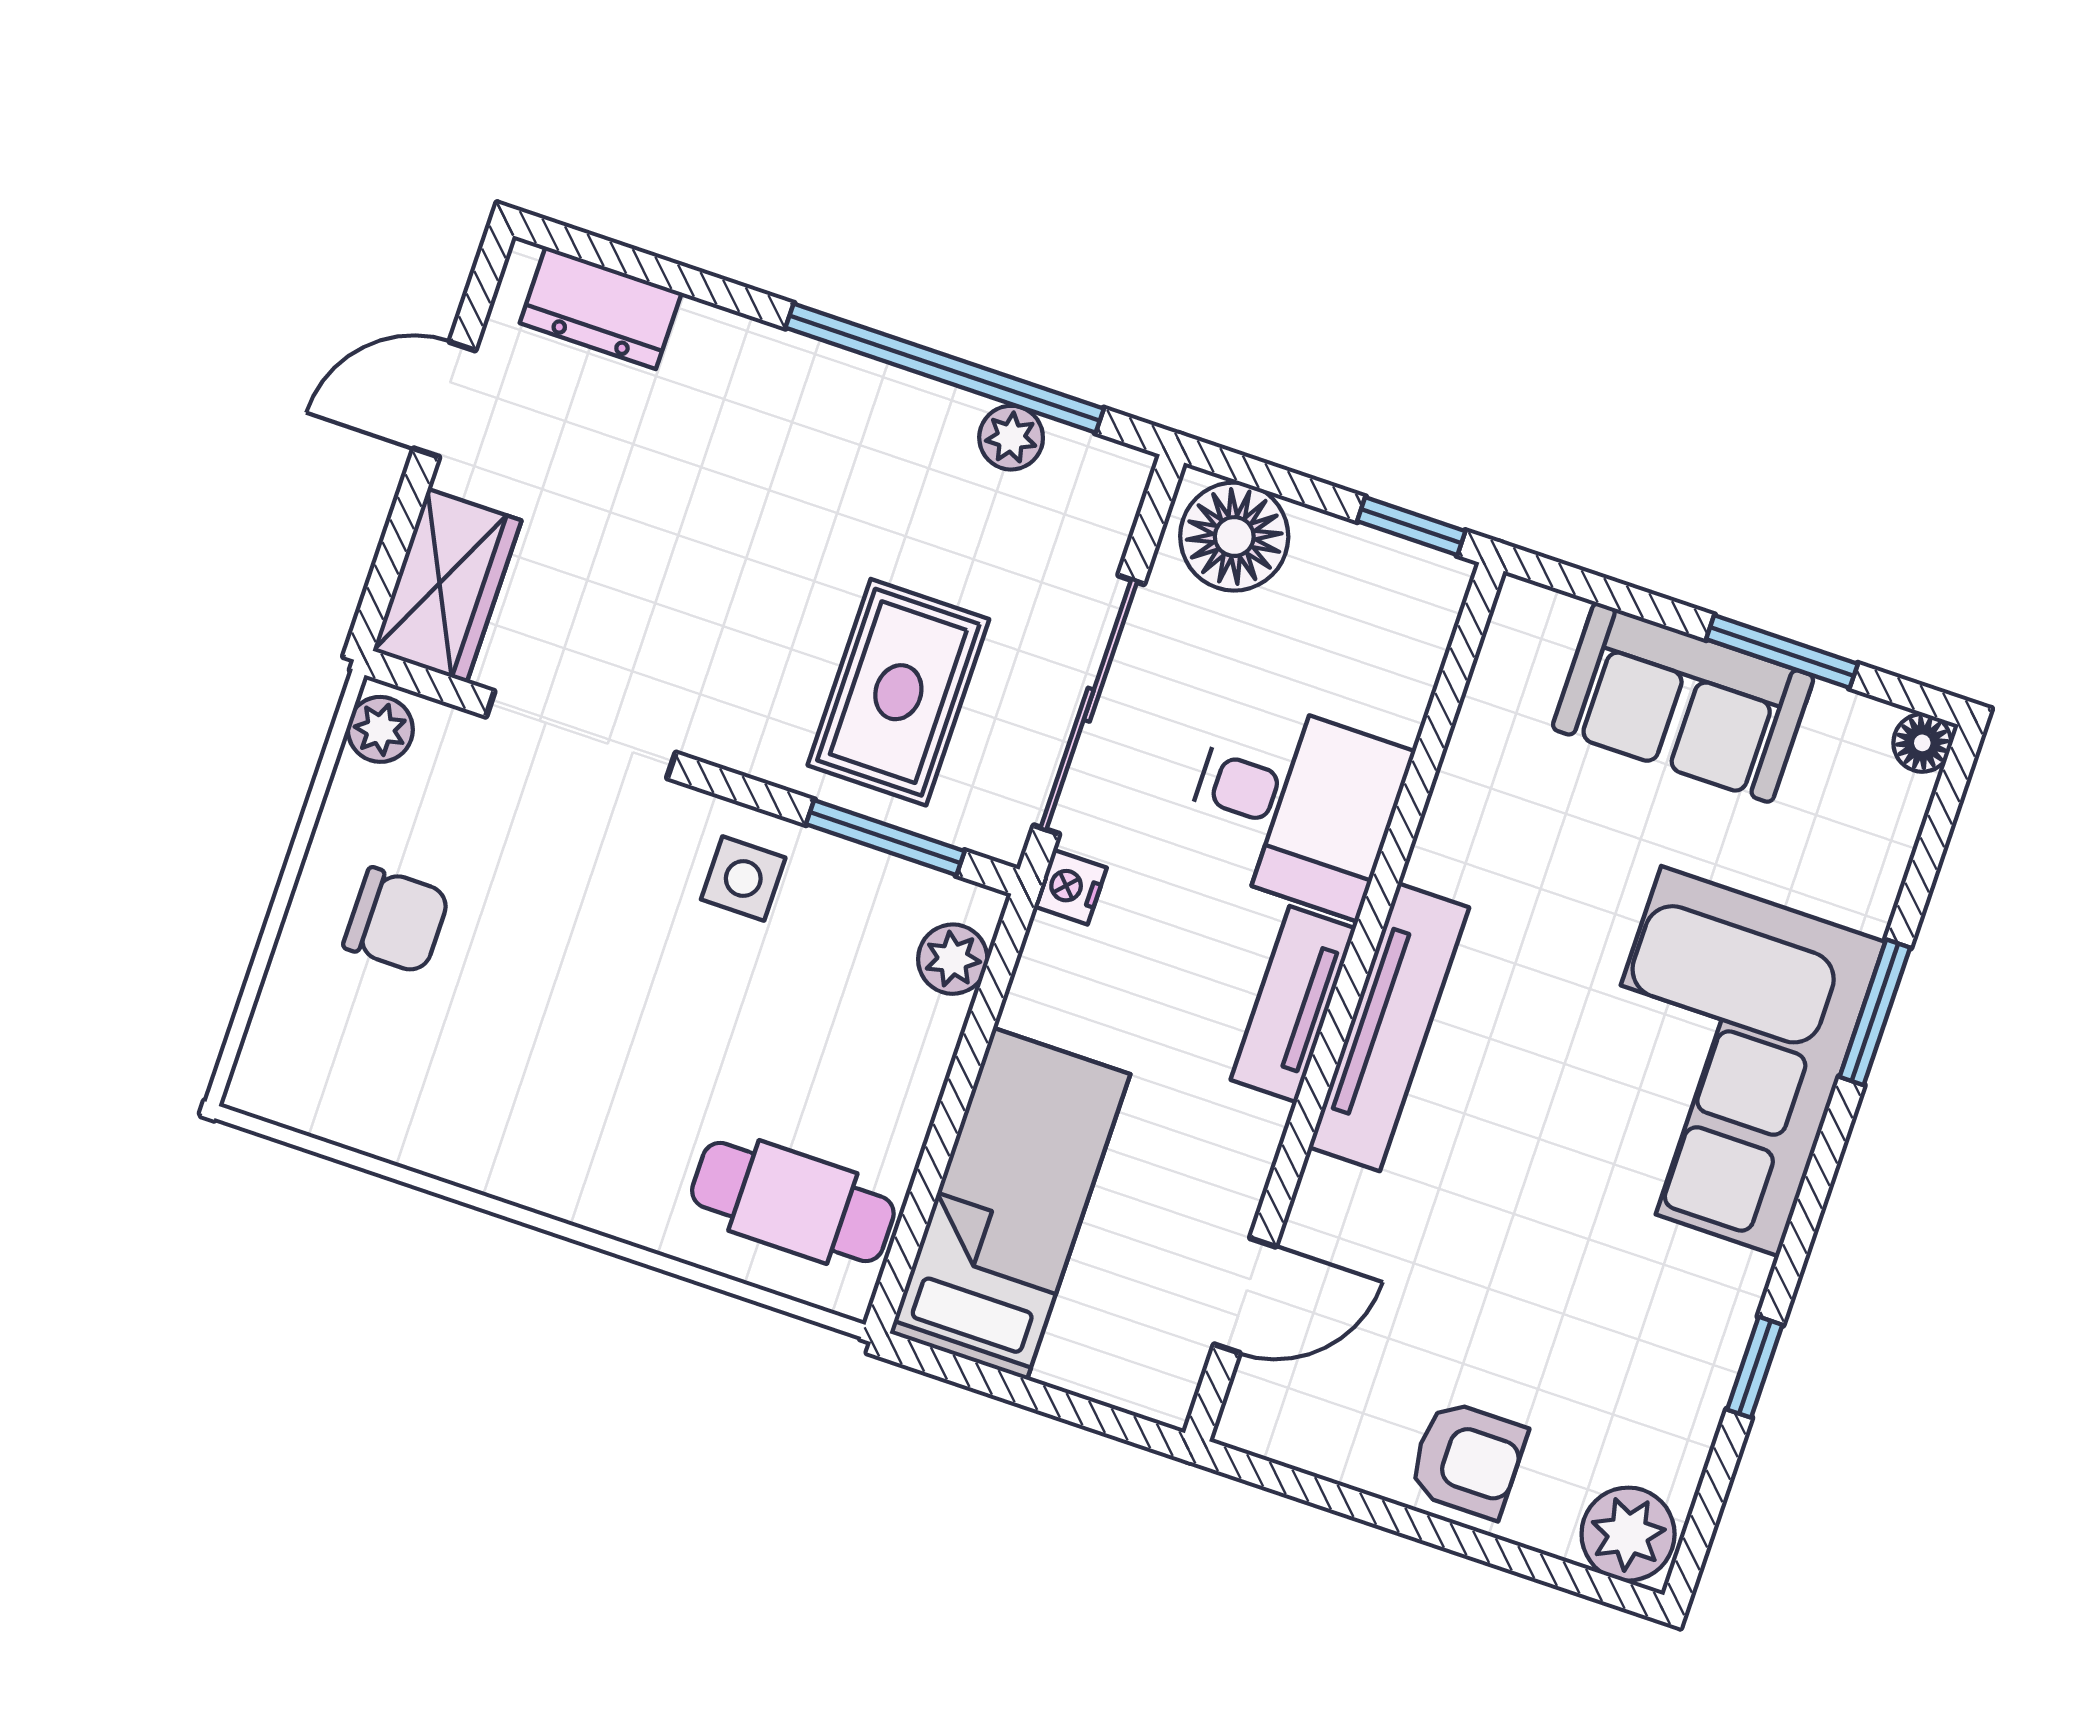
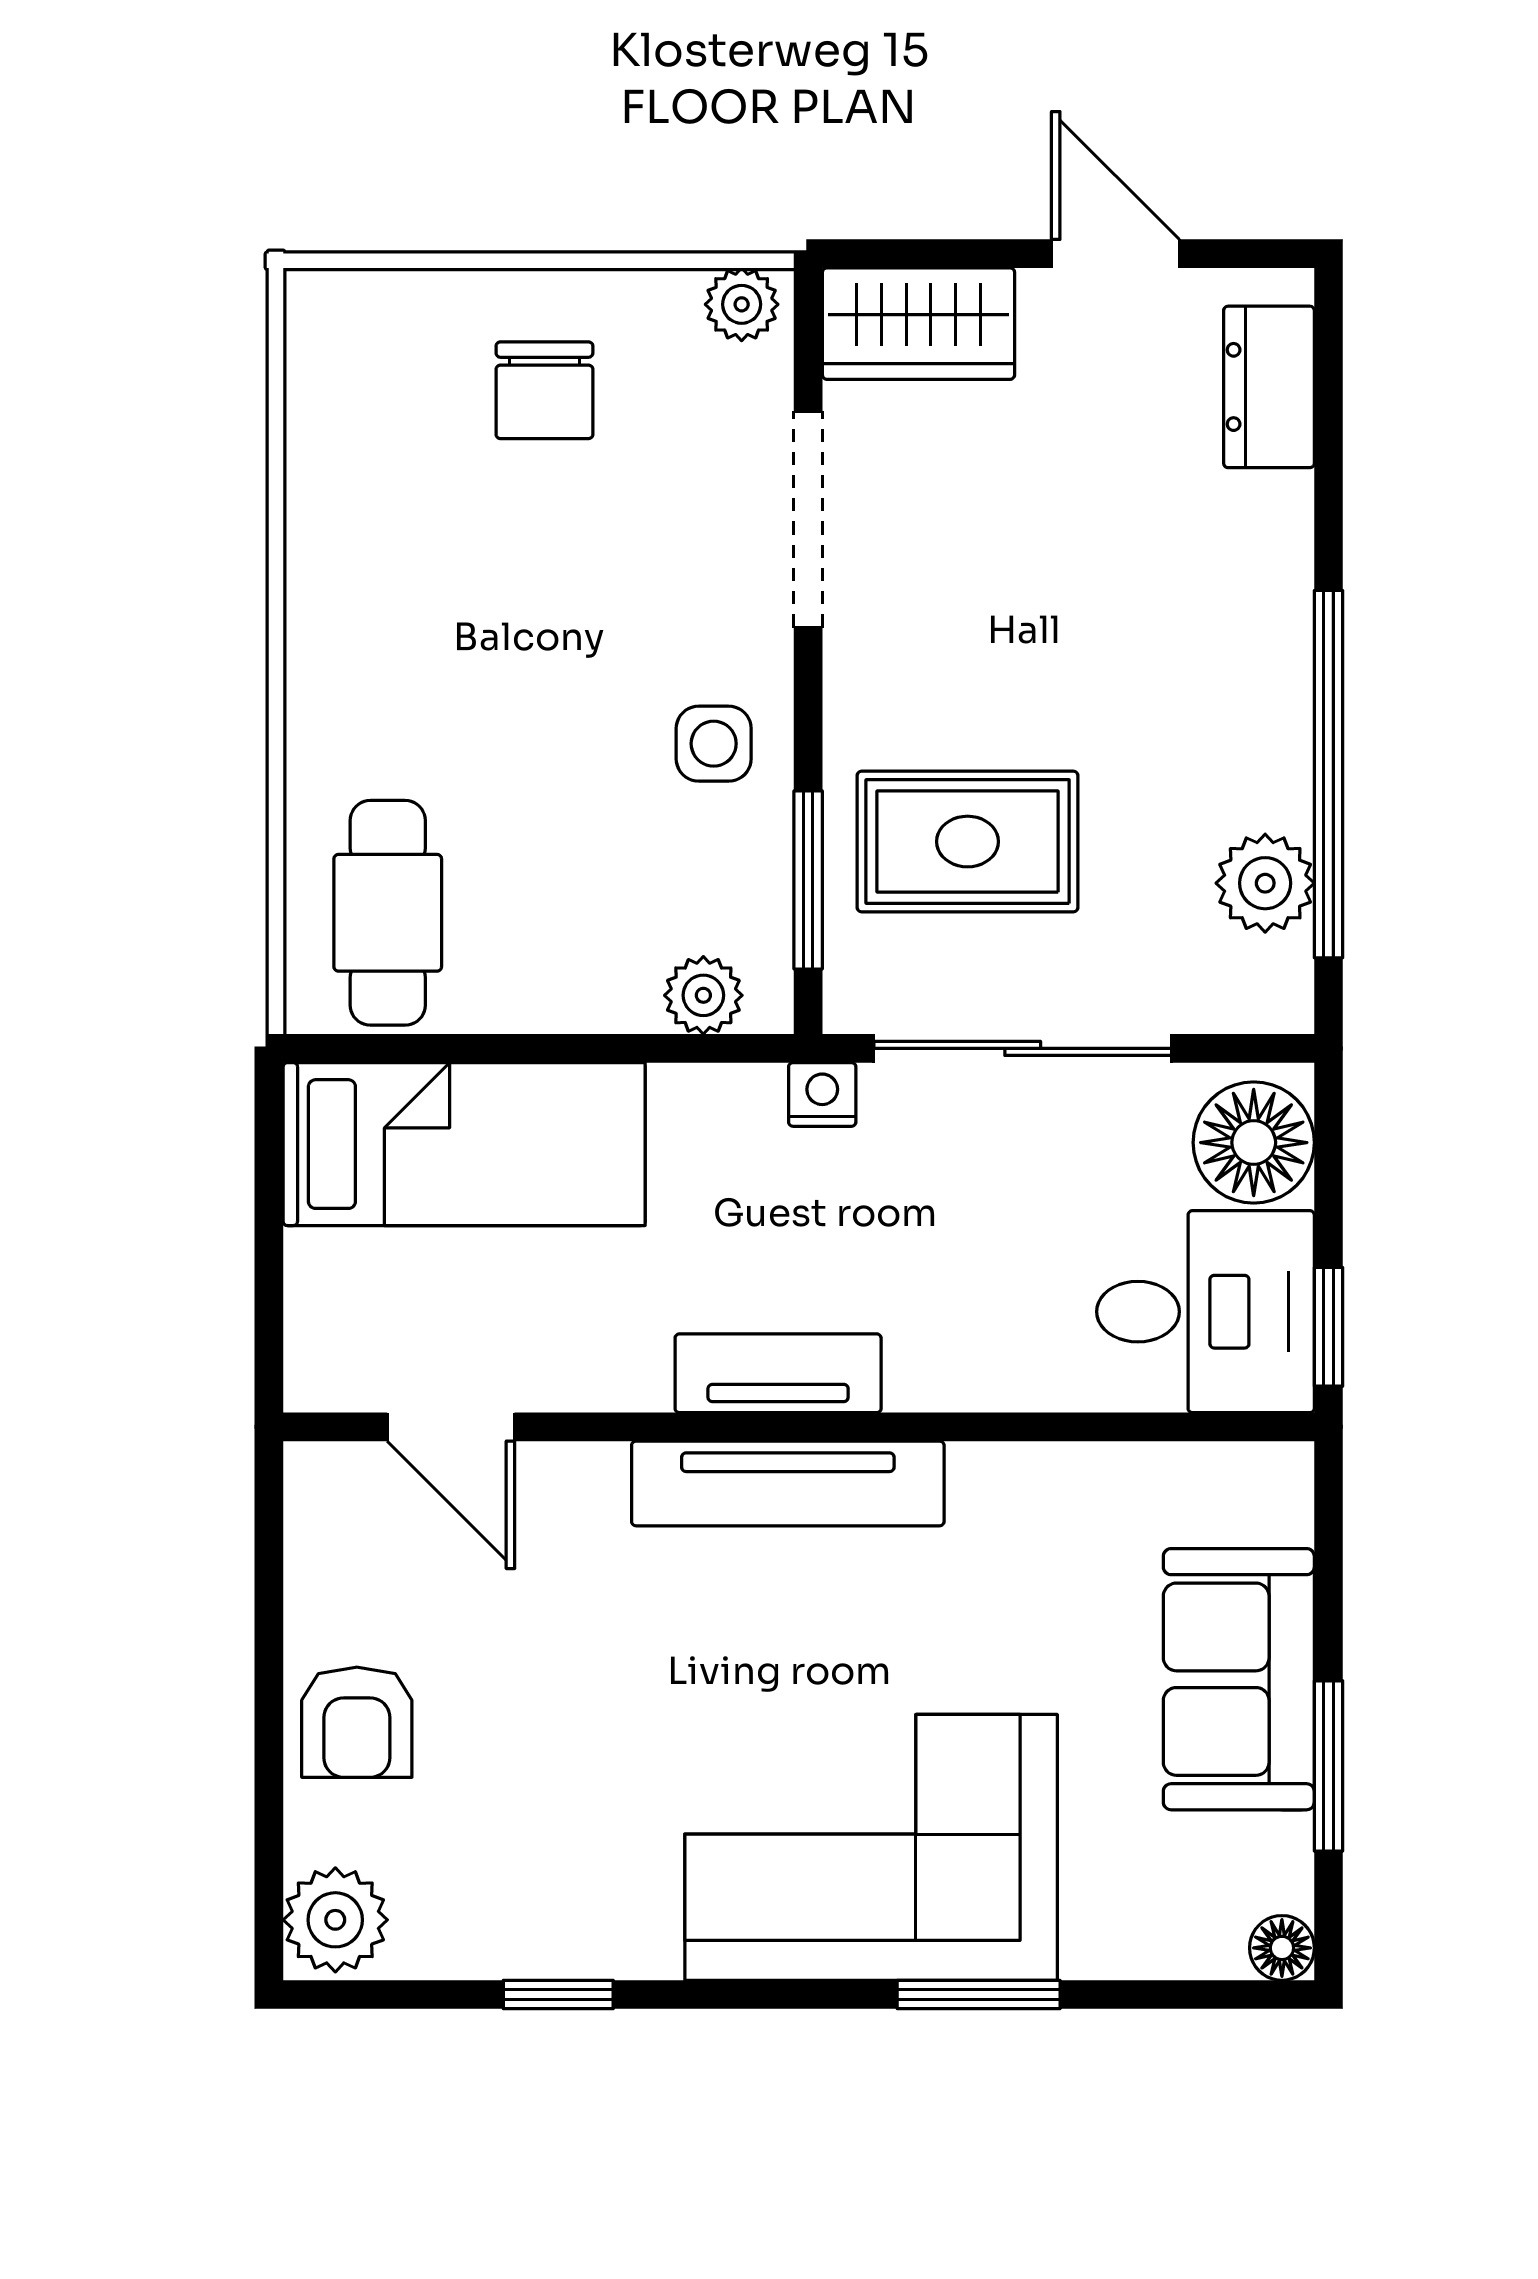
plant: (1011, 438) -> (1265, 883), width x1.38, depth x1.38
desk: (1295, 805) -> (1205, 1312), moved, turned -90

